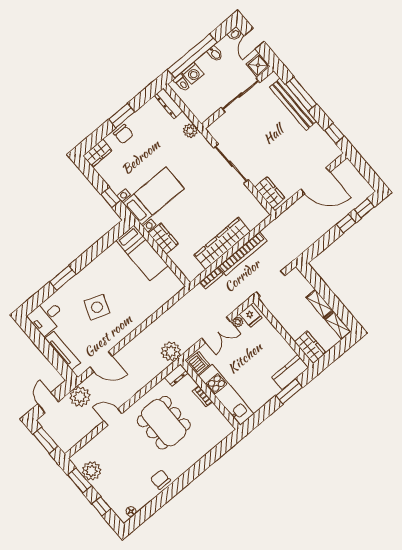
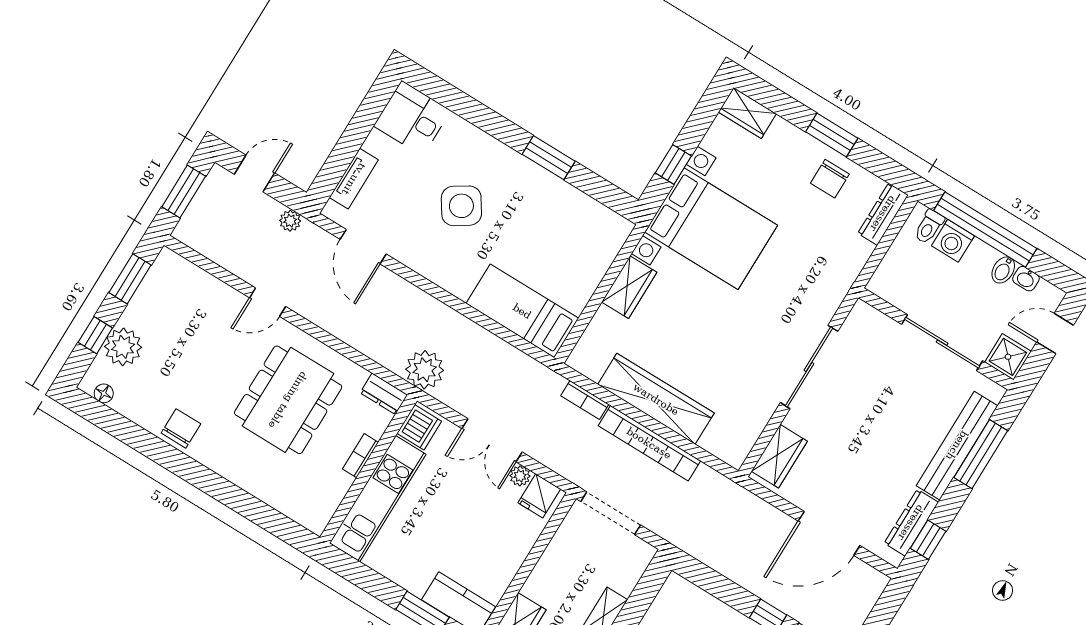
washbasin: (235, 34) -> (1026, 279), moved
plant: (190, 131) -> (845, 271), removed
chair: (123, 134) -> (830, 179), moved
dresser: (323, 139) -> (911, 523), added
door: (315, 181) -> (829, 533), hinge flipped
bed with nightstands: (154, 196) -> (711, 229), width x1.36
bed: (142, 253) -> (522, 311), moved, turned 90
window: (63, 278) -> (549, 158), moved
side table: (97, 307) -> (461, 206), turned 37
tv unit: (63, 351) -> (354, 179), width x0.71
plant: (80, 397) -> (290, 221), width x0.53, depth x0.53
door: (113, 417) -> (268, 302), swing flipped
plant: (91, 471) -> (123, 347), moved

